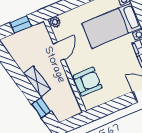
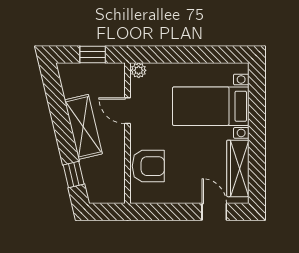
door: (59, 51) -> (128, 111), swing flipped
shelving: (37, 81) -> (83, 127), width x1.50, depth x1.33

